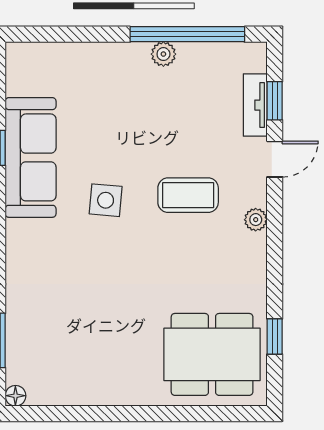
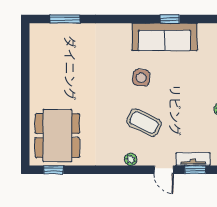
coffee table: (188, 195) -> (144, 123), turned -64
window: (275, 337) -> (54, 170), moved
floor lamp: (15, 396) -> (35, 29), removed

